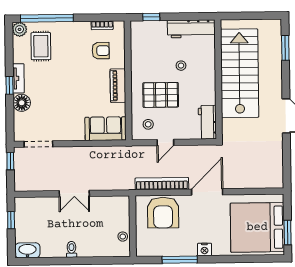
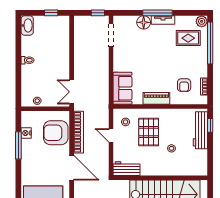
workbench: (191, 29) -> (200, 130), moved
window: (9, 85) -> (158, 13), width x2.17
double door: (74, 194) -> (72, 92), moved
nightstand: (204, 250) -> (26, 133), moved

